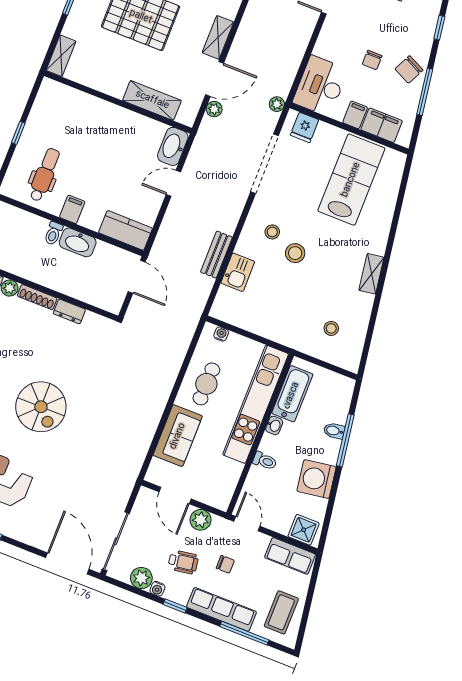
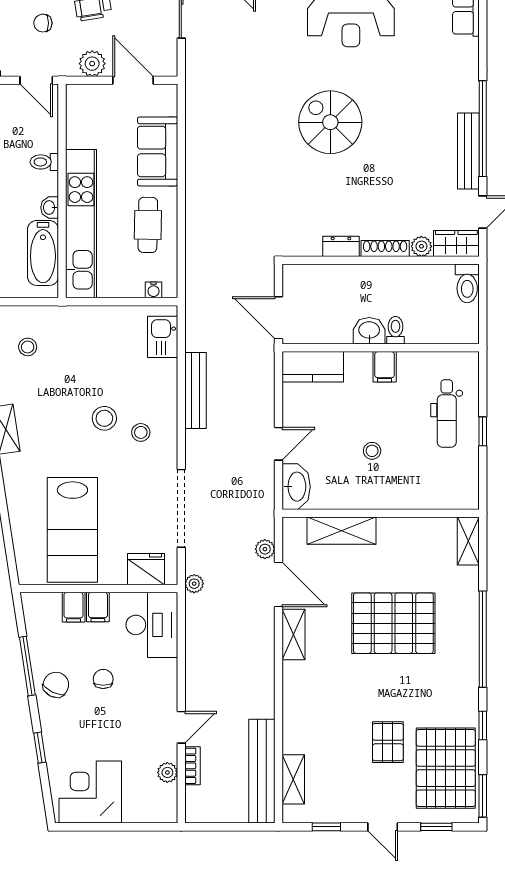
door: (215, 79) -> (278, 584), swing flipped
filing cabinet: (382, 125) -> (74, 607), width x0.50
fridge: (304, 127) -> (146, 569), width x1.38
stool: (106, 151) -> (372, 451), added
dental chair: (45, 175) -> (447, 414), moved
washbasin: (78, 242) -> (369, 331), width x0.72
bench: (216, 255) -> (195, 391), width x1.36
kitchen sink: (238, 272) -> (163, 337), moved

